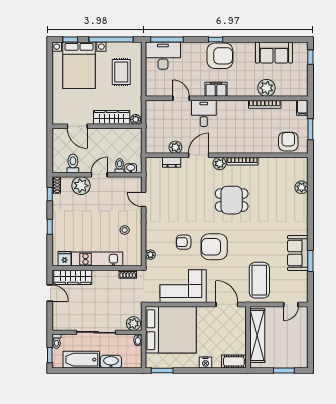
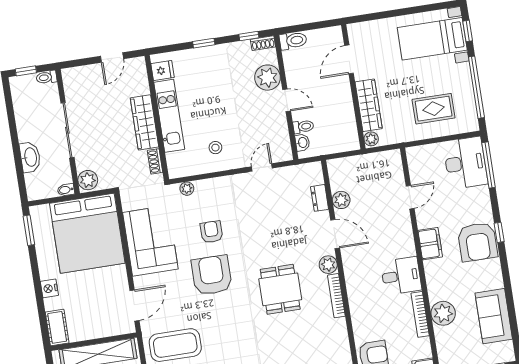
bed with nightstands: (79, 65) -> (432, 39), width x0.73
desk: (204, 113) -> (401, 276), moved
toilet: (73, 163) -> (293, 41), moved
wardrobe: (73, 277) -> (145, 122), moved
bathtub: (81, 360) -> (27, 116), removed

